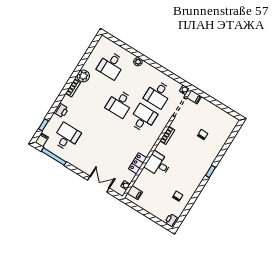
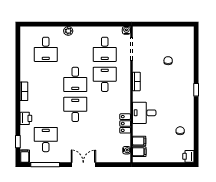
plant: (83, 76) -> (27, 75), removed
filing cabinet: (194, 97) -> (139, 141), moved
desk: (105, 128) -> (75, 109), added
double door: (98, 184) -> (83, 165), moved

